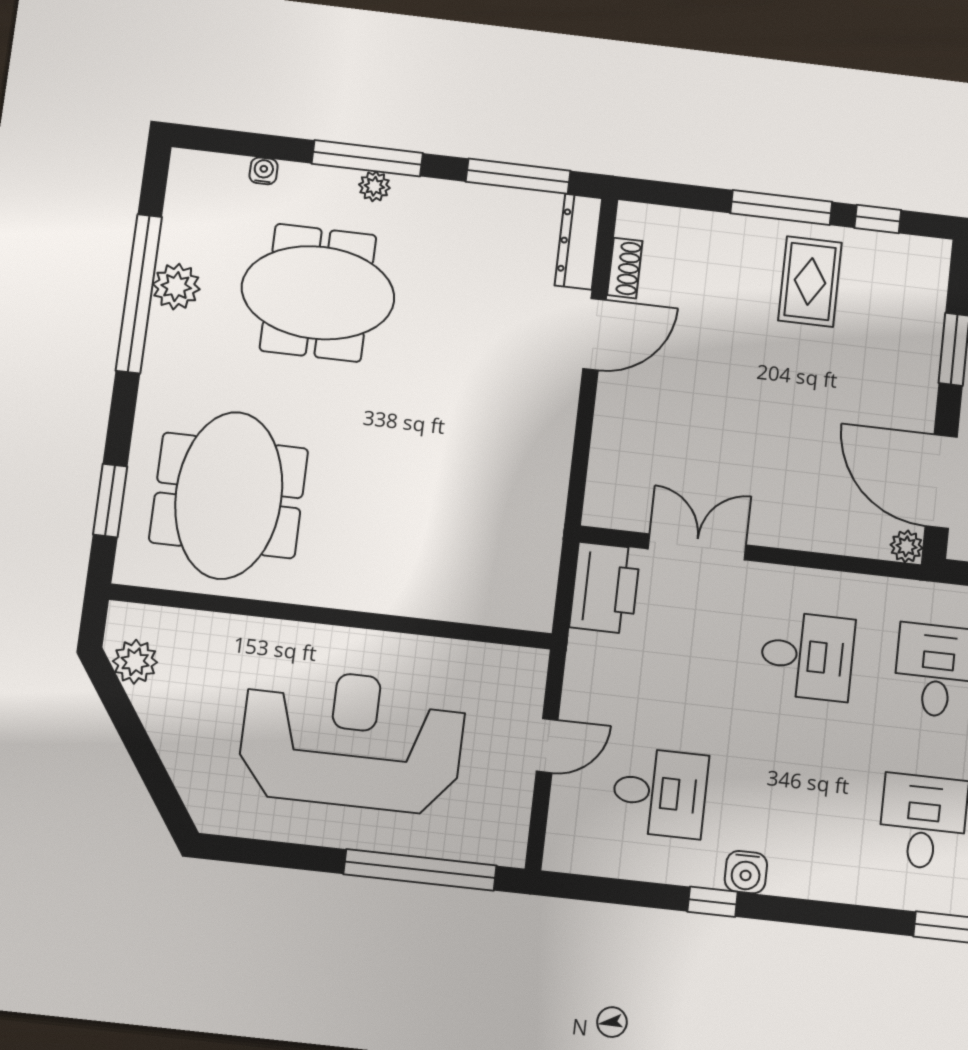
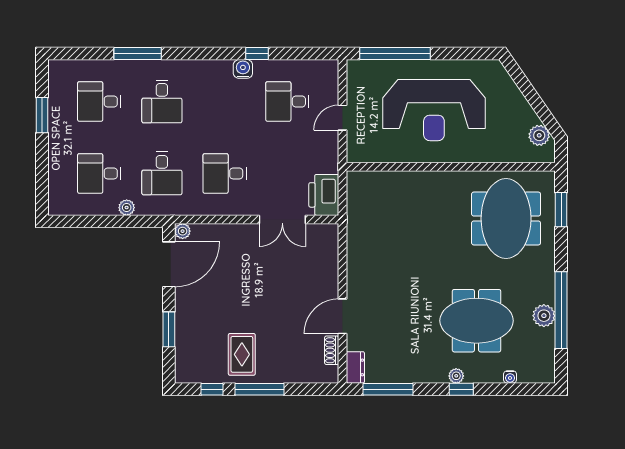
window: (367, 158) -> (461, 389), width x0.46
dresser: (578, 242) -> (355, 367), width x0.70
door: (941, 481) -> (169, 264), hinge flipped

